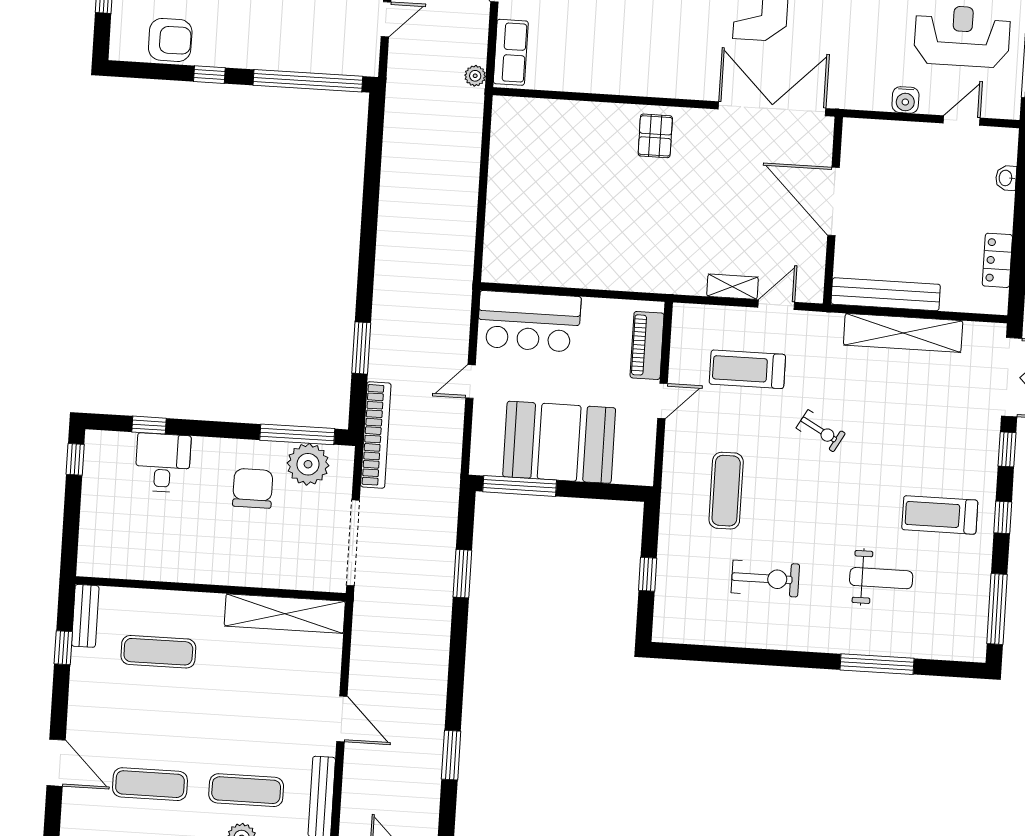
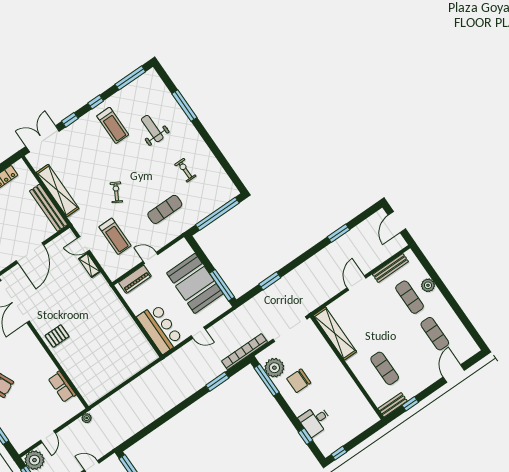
row of seats: (511, 52) -> (62, 387), moved, turned -90
window: (648, 574) -> (217, 214), width x3.17
exercise bike: (765, 578) -> (185, 170), width x0.73, depth x0.72

